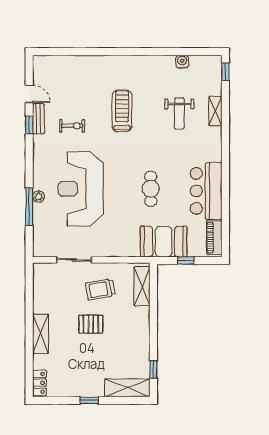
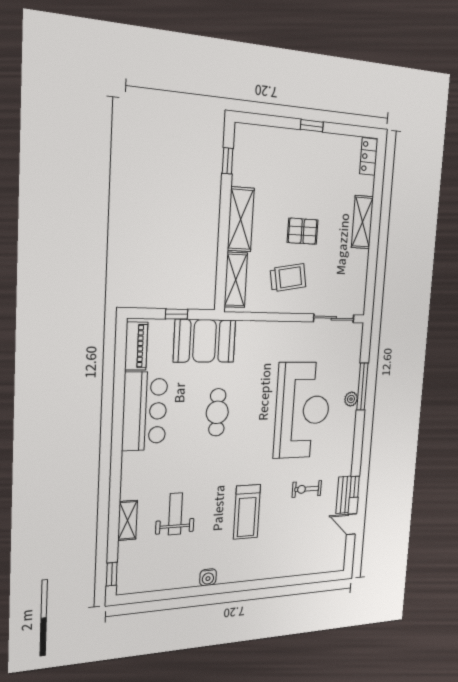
water cooler: (182, 62) -> (208, 577), moved
sliding door: (74, 260) -> (334, 318), moved
shelving: (127, 388) -> (241, 219), moved, turned 90

